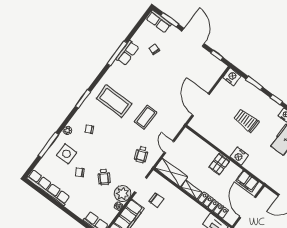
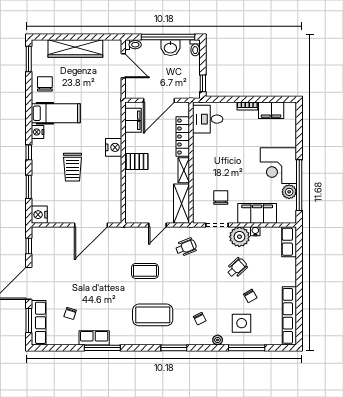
row of seats: (159, 21) -> (39, 323), width x1.48
coffee table: (114, 101) -> (153, 315), turned 90

